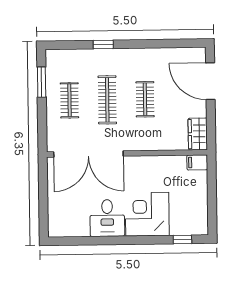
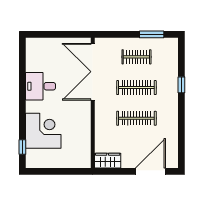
clothes rail: (145, 99) -> (136, 118), width x1.36
filing cabinet: (197, 162) -> (85, 160), removed
corner desk: (147, 214) -> (43, 131), moved

